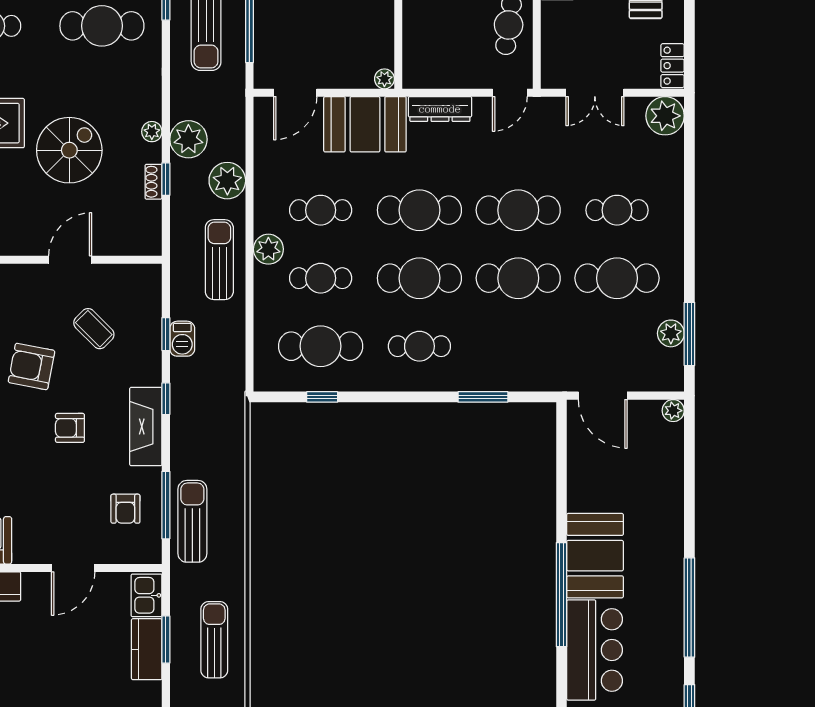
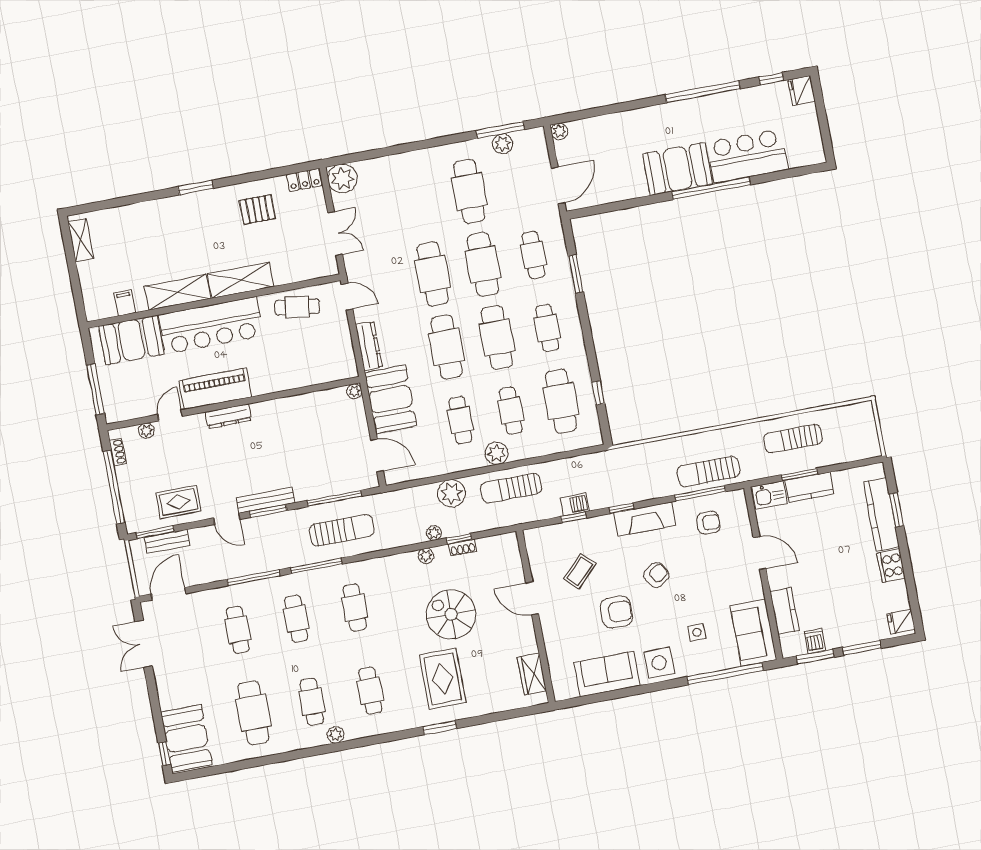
cafe table: (102, 26) -> (355, 608), width x0.73, depth x0.74
plant: (188, 139) -> (434, 533), width x0.53, depth x0.53
cafe table: (617, 210) -> (533, 255), moved
armchair: (31, 366) -> (616, 612), turned -101
armchair: (70, 428) -> (656, 575), turned -125

